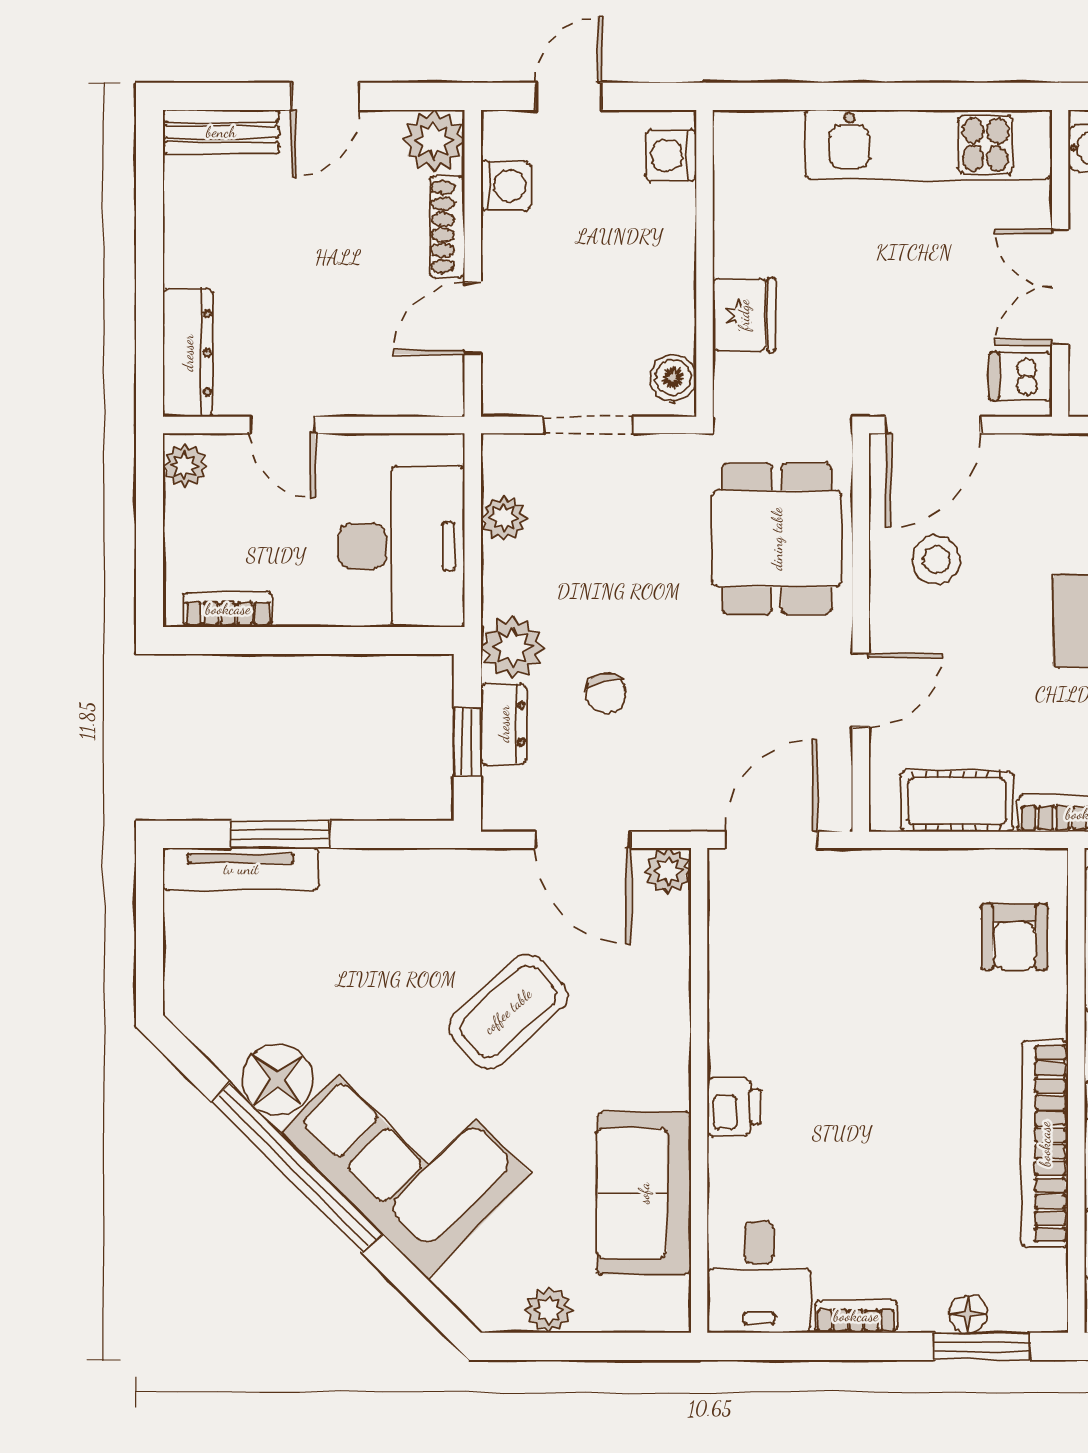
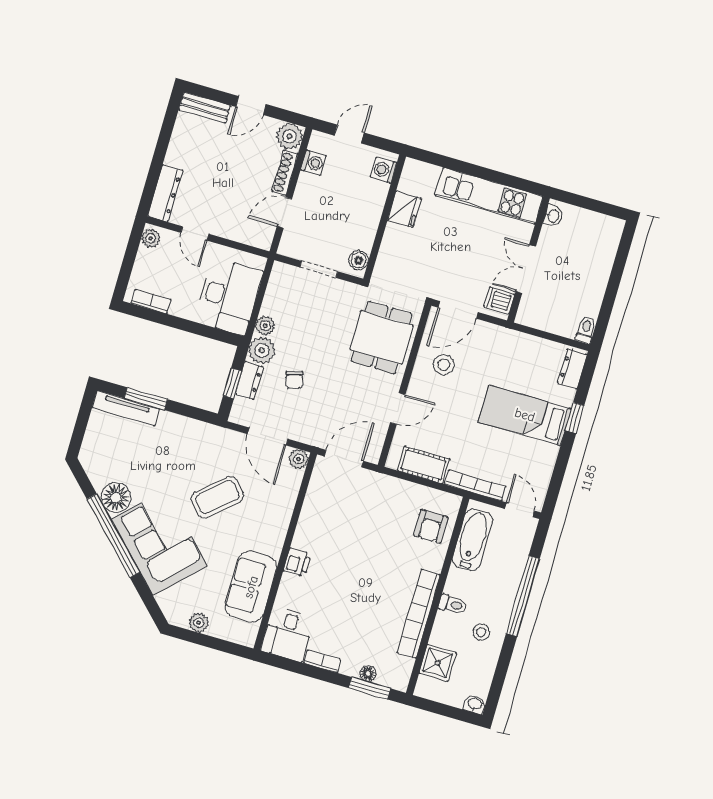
fridge: (744, 315) -> (404, 209), moved
plant: (504, 518) -> (265, 326), moved

